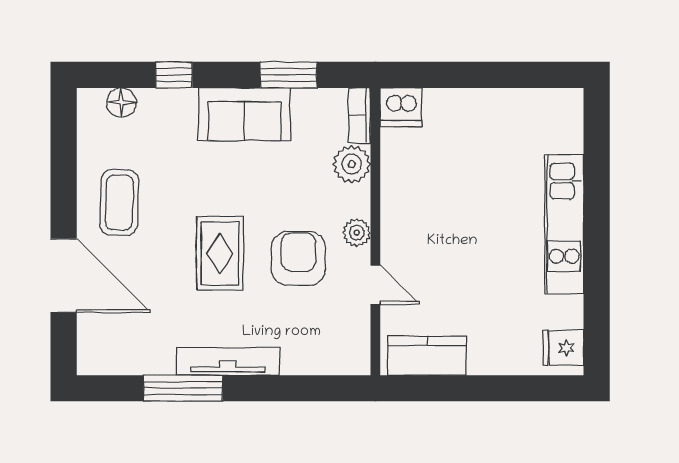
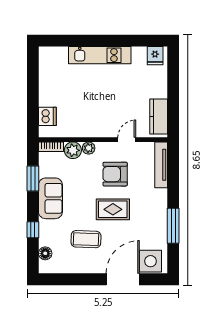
dishwasher: (401, 107) -> (47, 116), moved
coffee table: (119, 202) -> (86, 239), moved
plant: (357, 233) -> (89, 148), moved
side table: (104, 338) -> (150, 261), added
tv unit: (228, 361) -> (161, 165), moved

